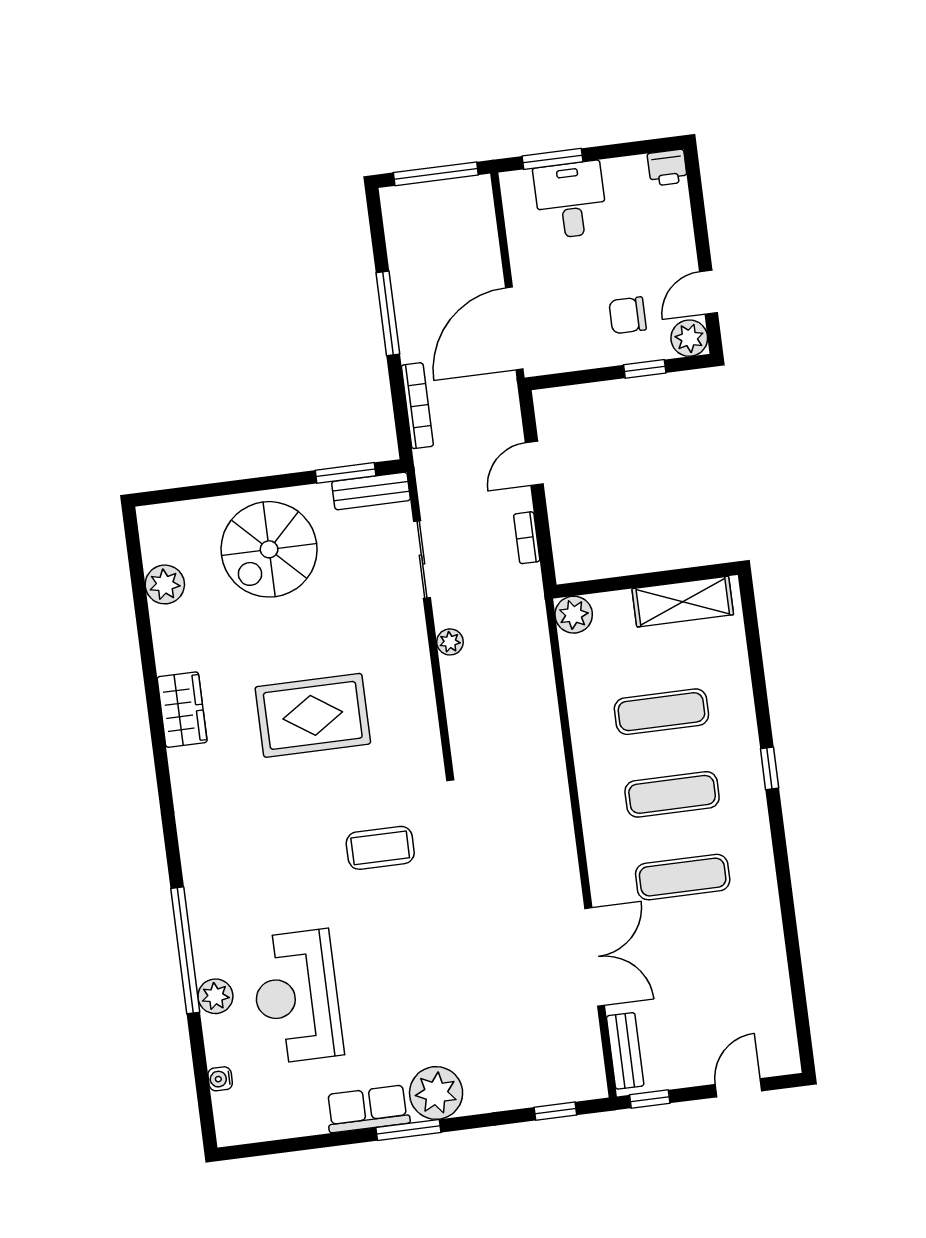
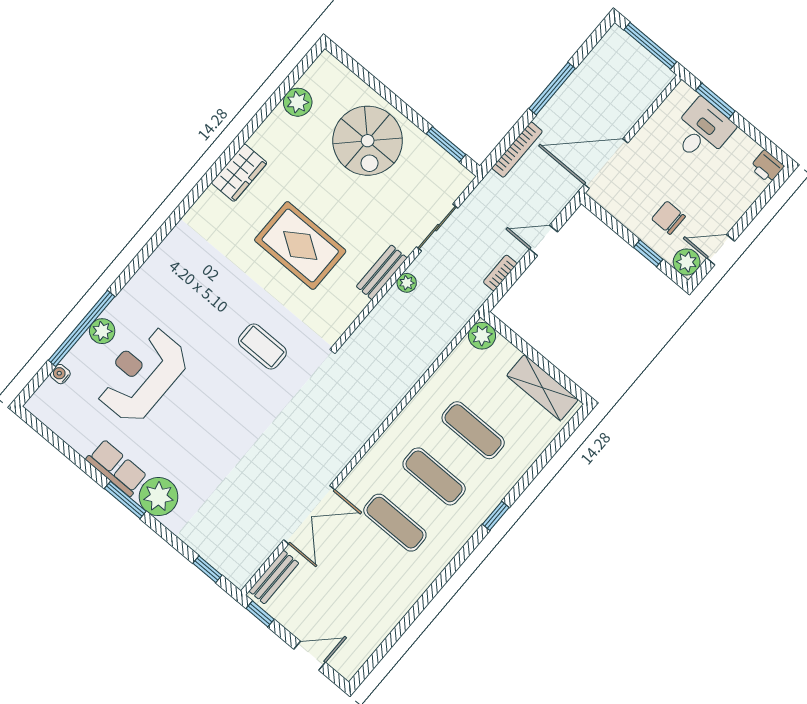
bench: (371, 491) -> (382, 272), moved, turned 90
spiral stairs: (269, 549) -> (368, 141), turned -90
window: (185, 950) -> (82, 328), moved

